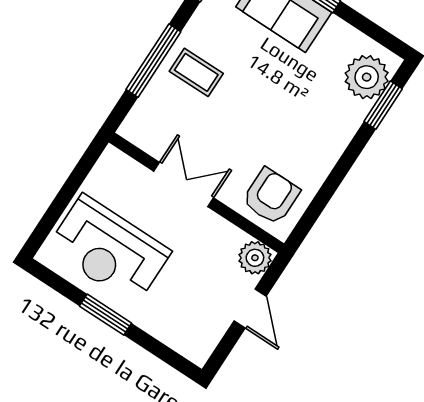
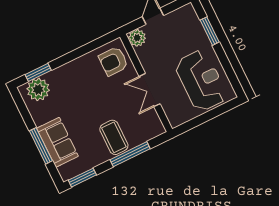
coffee table: (196, 72) -> (114, 137), width x1.36, depth x1.30
window: (106, 315) -> (210, 31), moved

